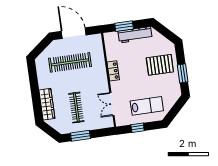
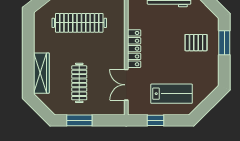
pallet: (160, 65) -> (196, 43), width x0.67, depth x0.71
locker: (113, 71) -> (134, 49), width x1.53
window: (183, 73) -> (224, 43), moved

